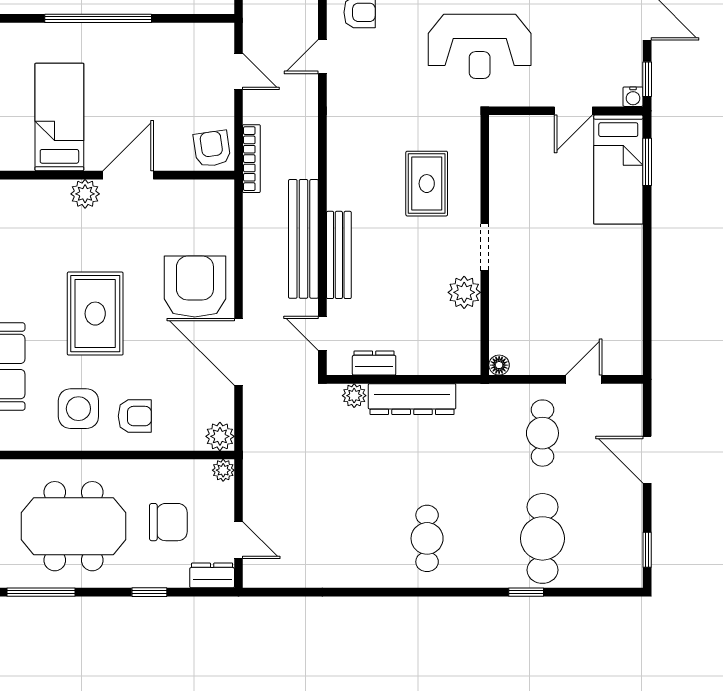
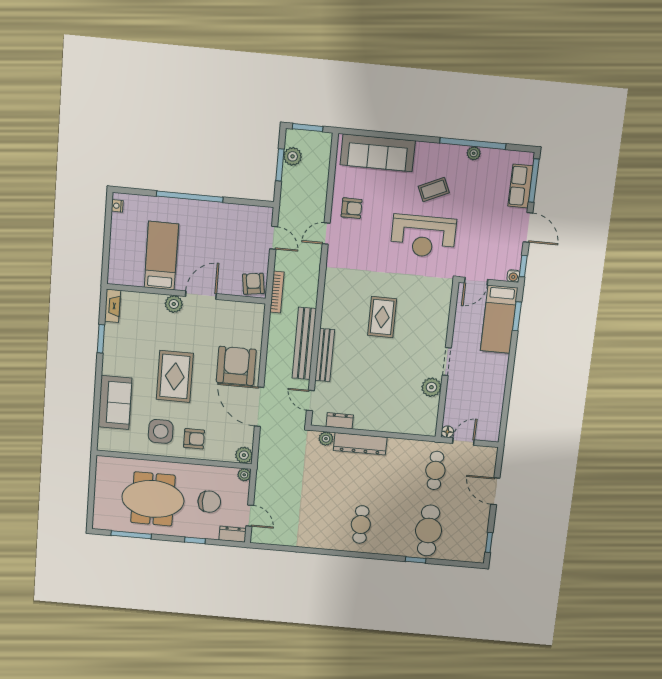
wall: (485, 245) -> (447, 360), moved
doorway: (485, 247) -> (447, 362), moved
plant: (464, 292) -> (431, 387), moved
floor lamp: (499, 365) -> (447, 432), moved

